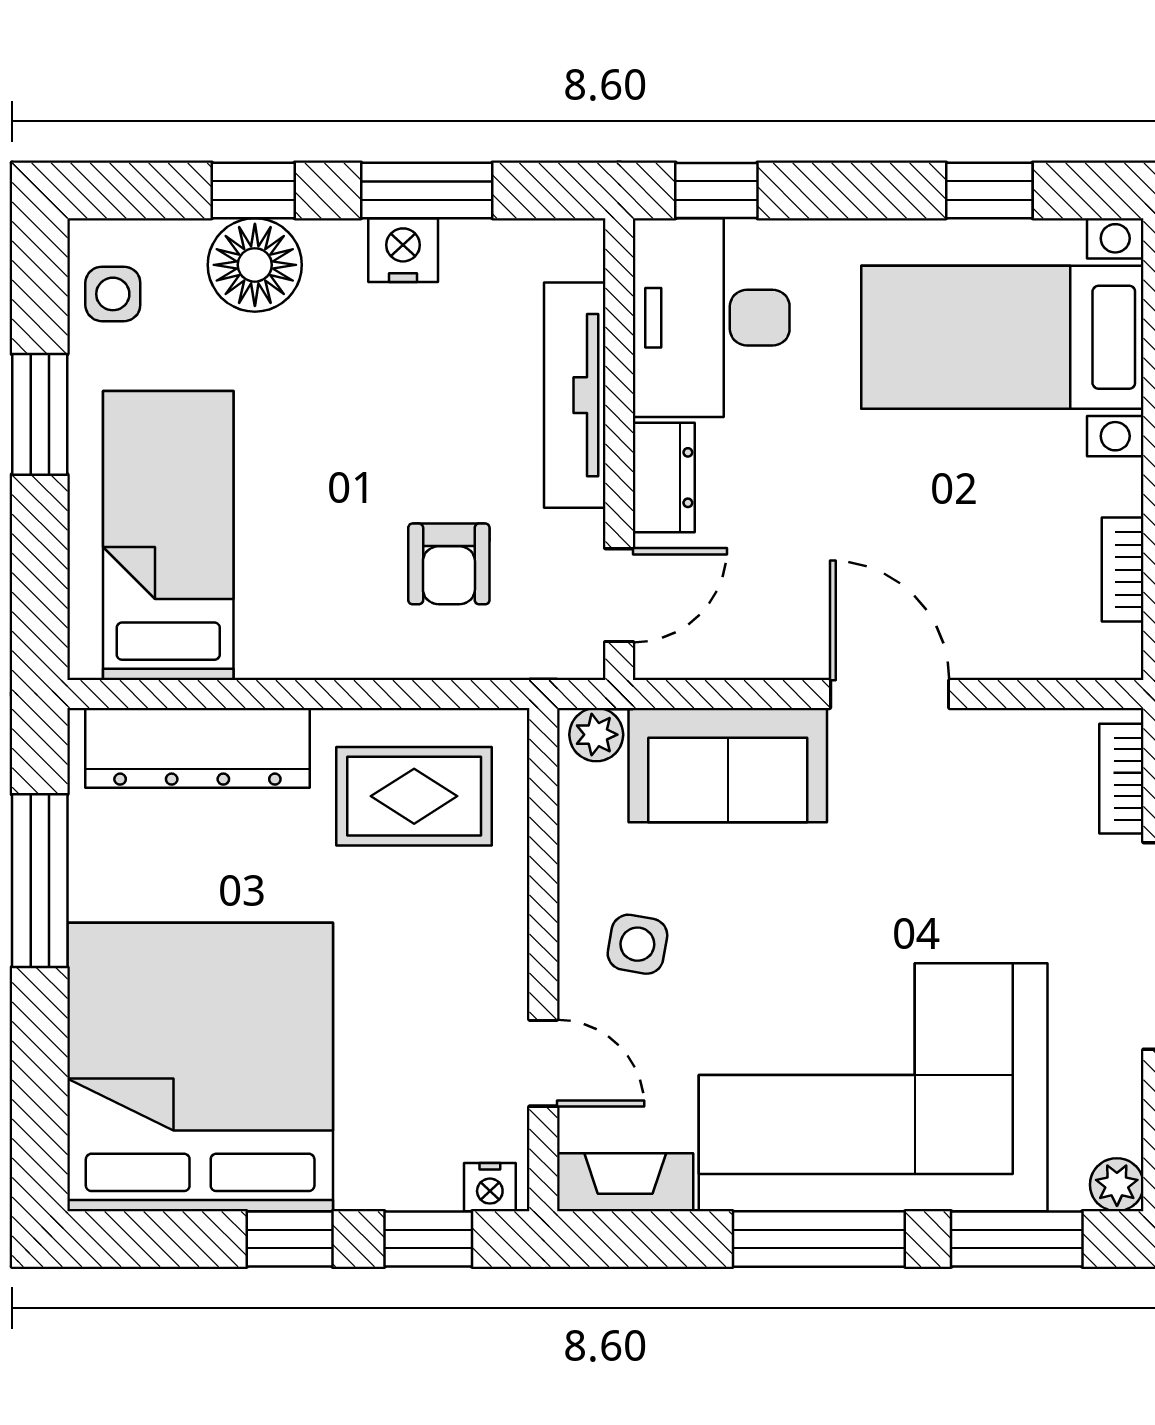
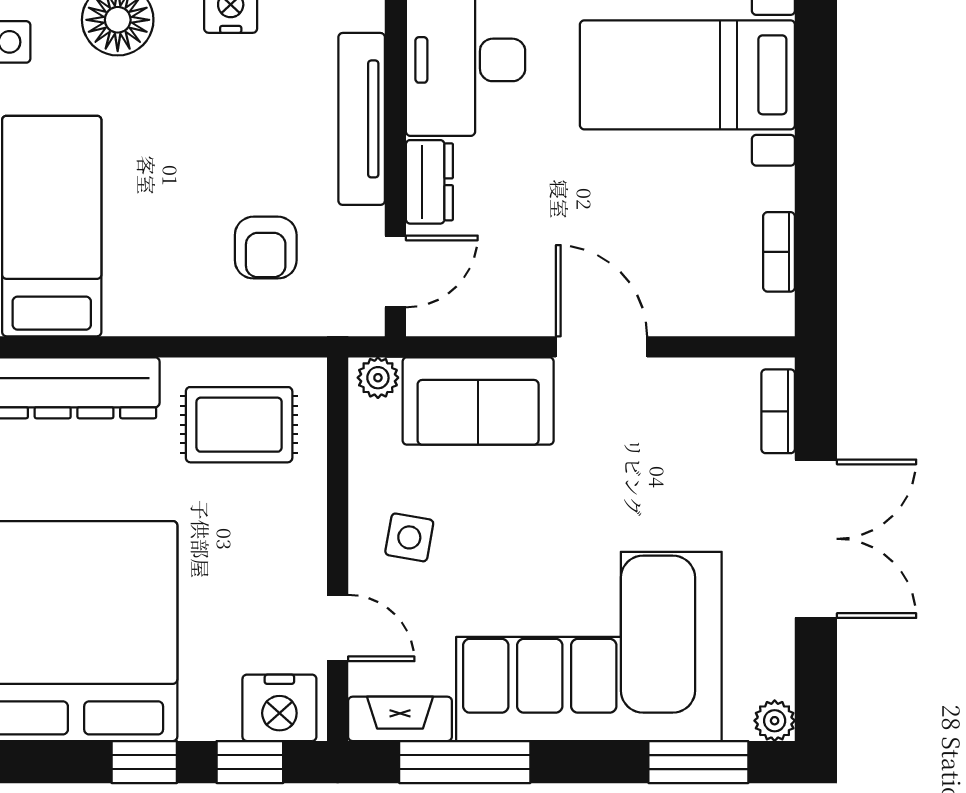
nightstand: (490, 1187) -> (279, 708), width x1.89, depth x1.79
window: (819, 1239) -> (465, 762), moved

